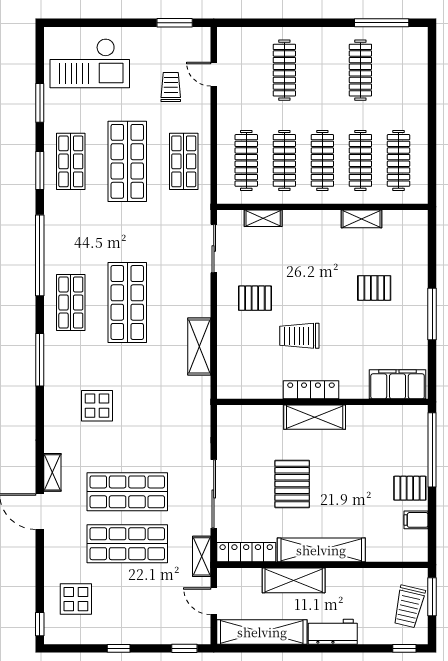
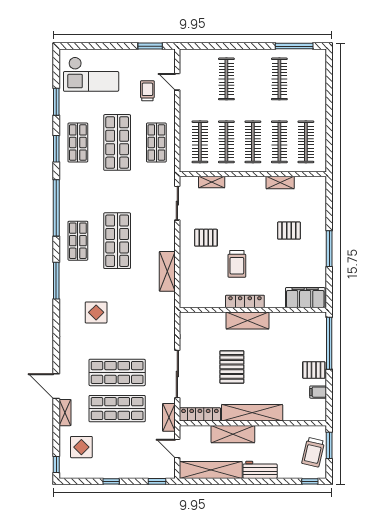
trolley: (299, 336) -> (237, 264), turned -90
shelving: (52, 472) -> (65, 413), moved

